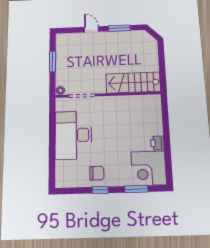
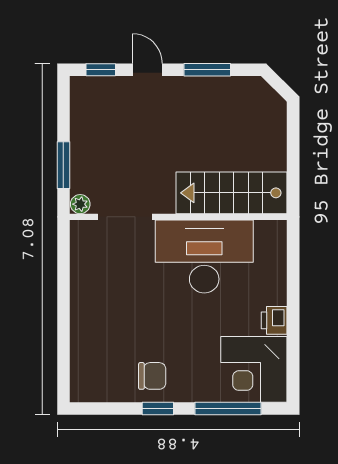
window: (70, 30) -> (101, 70), added
window: (53, 62) -> (63, 165), moved
desk: (73, 135) -> (204, 256), moved, turned 90
window: (136, 189) -> (228, 409), width x1.44

